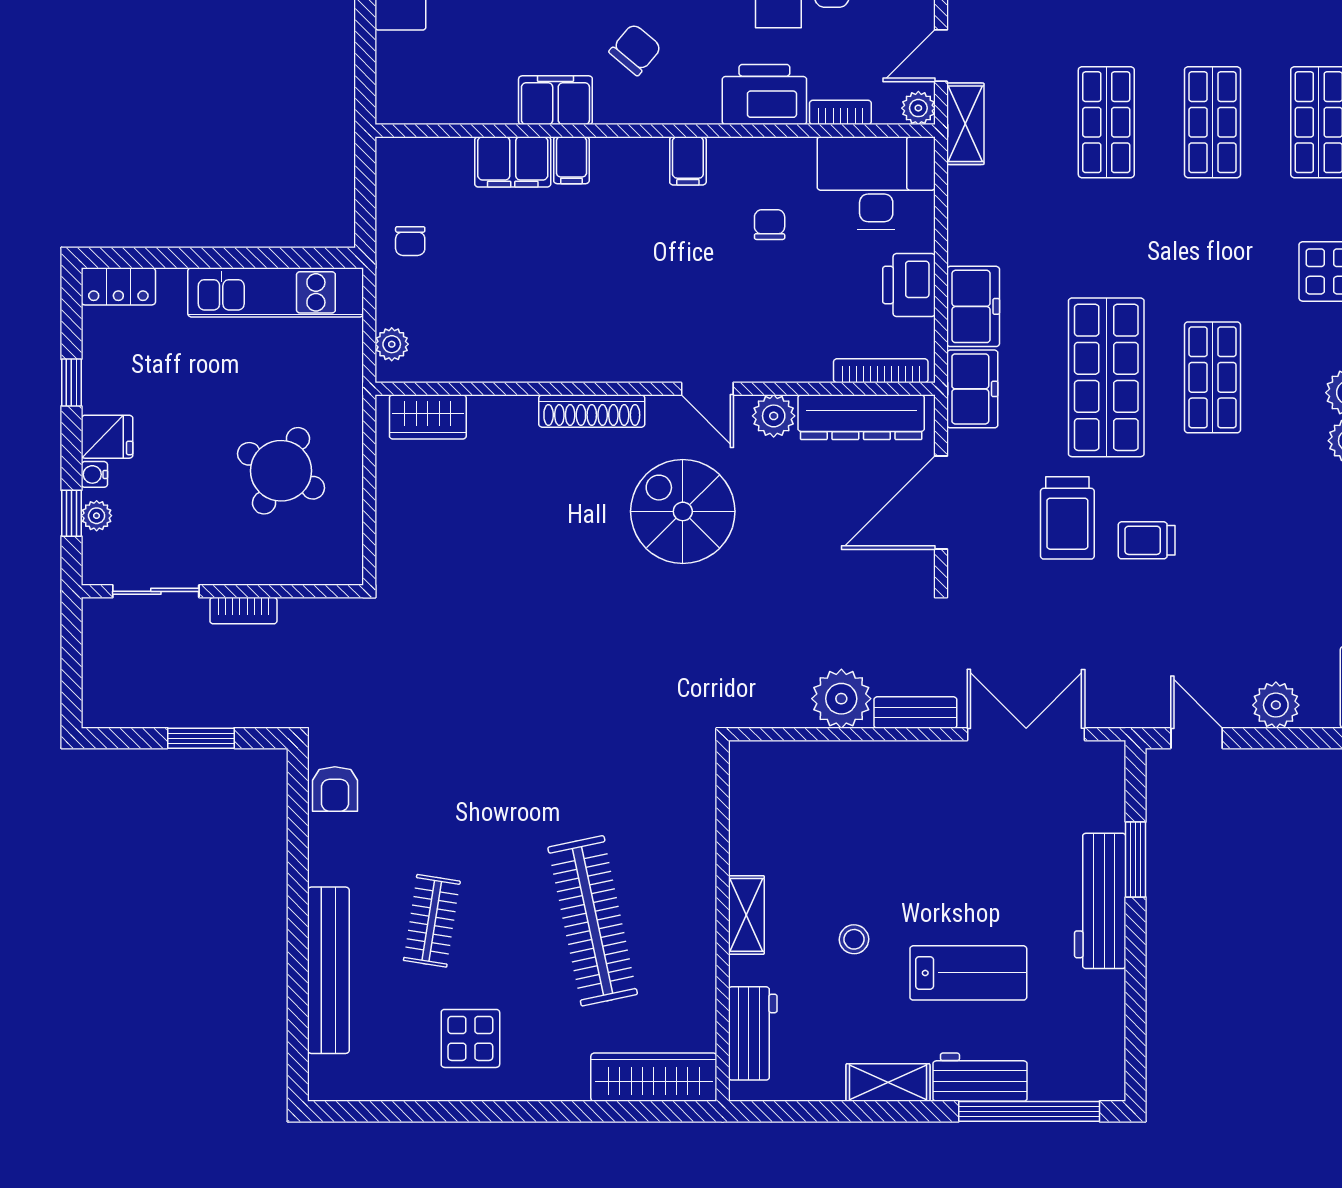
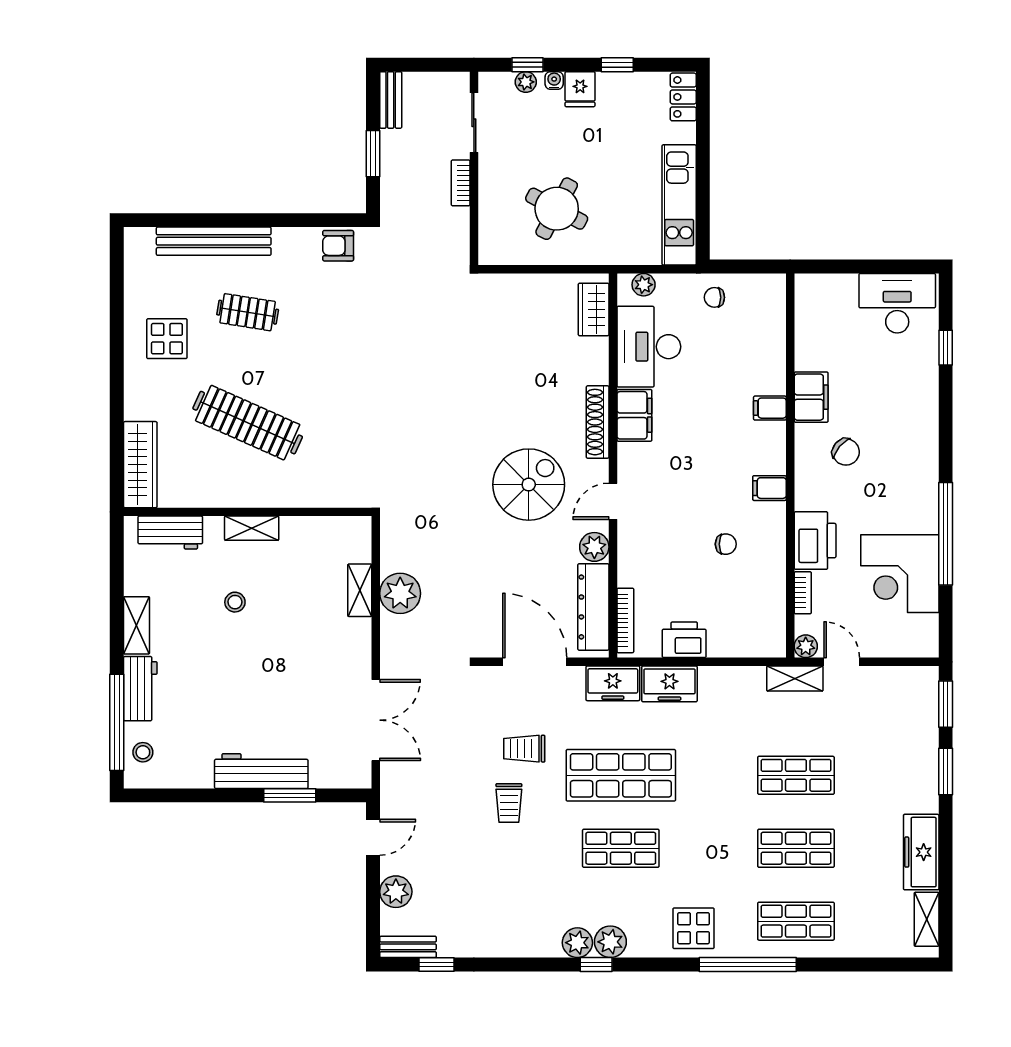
filing cabinet: (513, 162) -> (634, 415), moved, turned 180
desk: (876, 183) -> (649, 347), moved, turned 180
trolley: (1067, 518) -> (524, 749), width x0.73, depth x0.72
trolley: (1147, 540) -> (509, 803), turned 180
bench: (915, 712) -> (391, 100), moved
shelving: (837, 757) -> (360, 590), added
clothes rail: (593, 921) -> (248, 423), turned 36
lab bench: (968, 973) -> (212, 681), removed
stool: (1073, 1073) -> (143, 752), added

